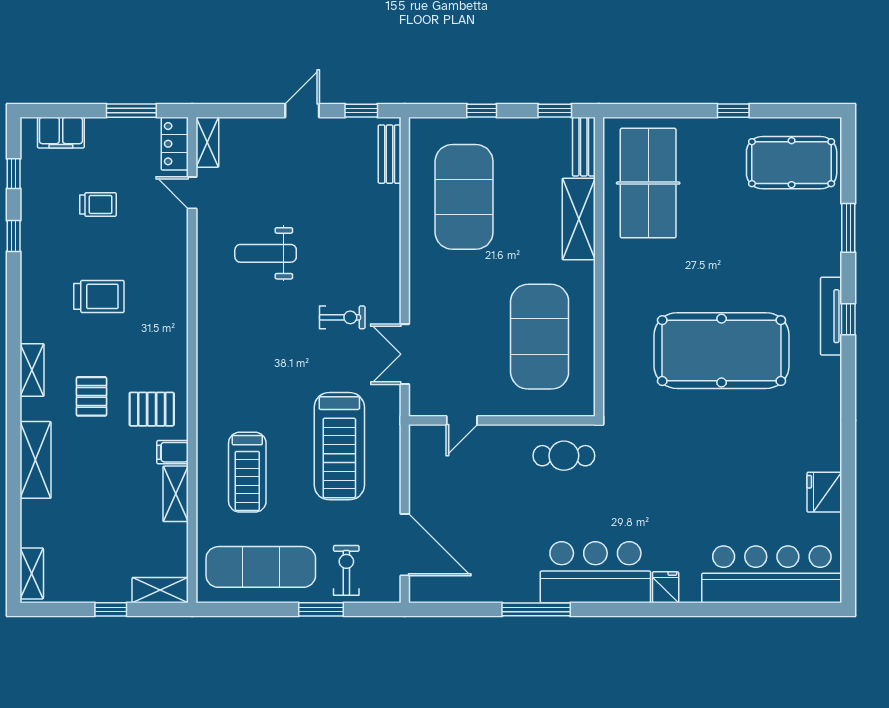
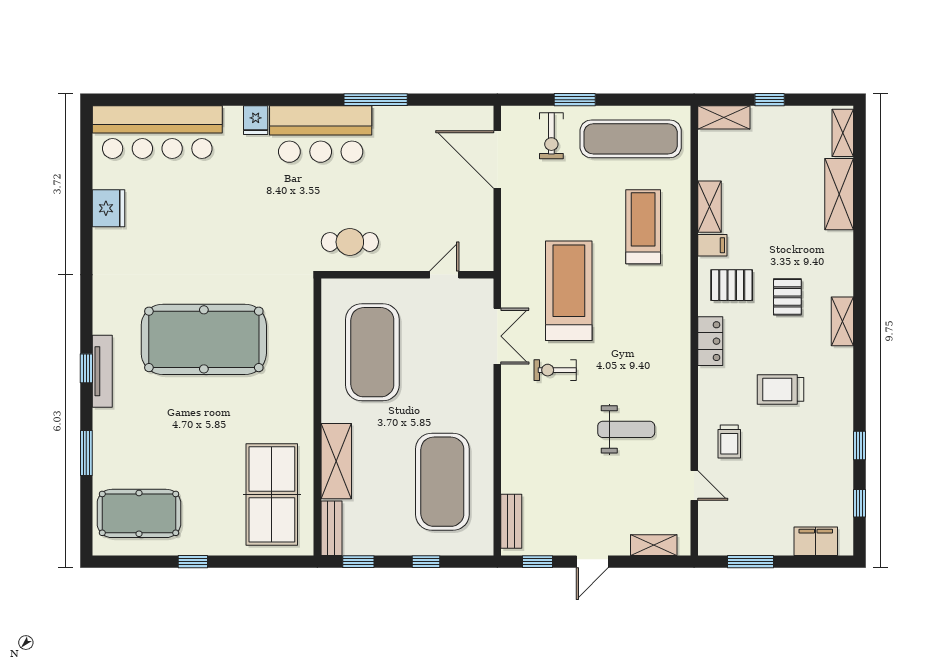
shelving: (207, 142) -> (654, 545), moved, turned 90
locker: (175, 144) -> (710, 341), moved
trolley: (98, 205) -> (729, 441), moved, turned -90
treadmill: (339, 446) -> (569, 291), moved
shelving: (36, 460) -> (839, 194), moved

